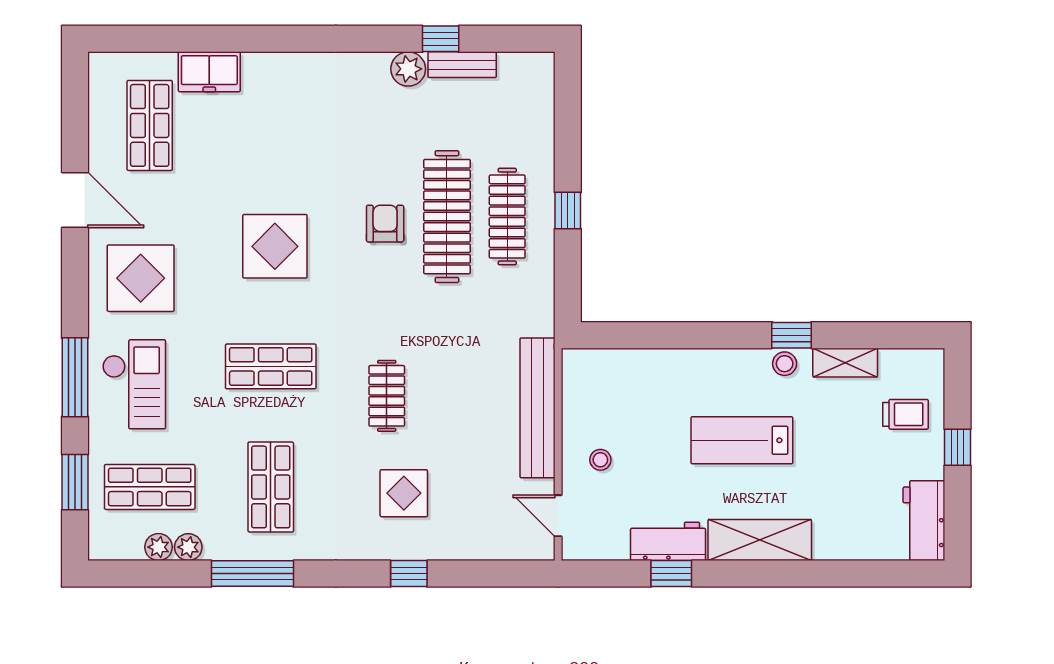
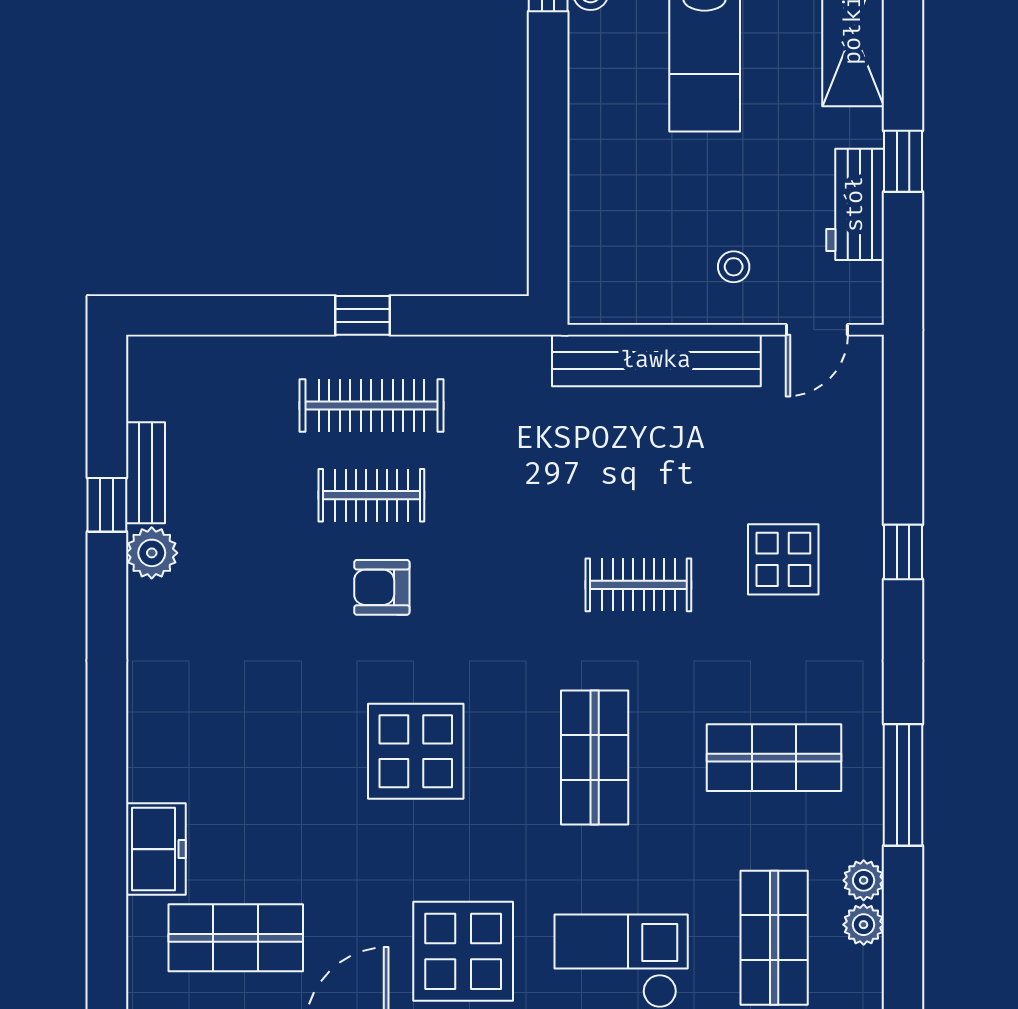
clothes rail: (447, 217) -> (371, 495), width x0.54, depth x0.76
workbench: (668, 541) -> (855, 204), moved

